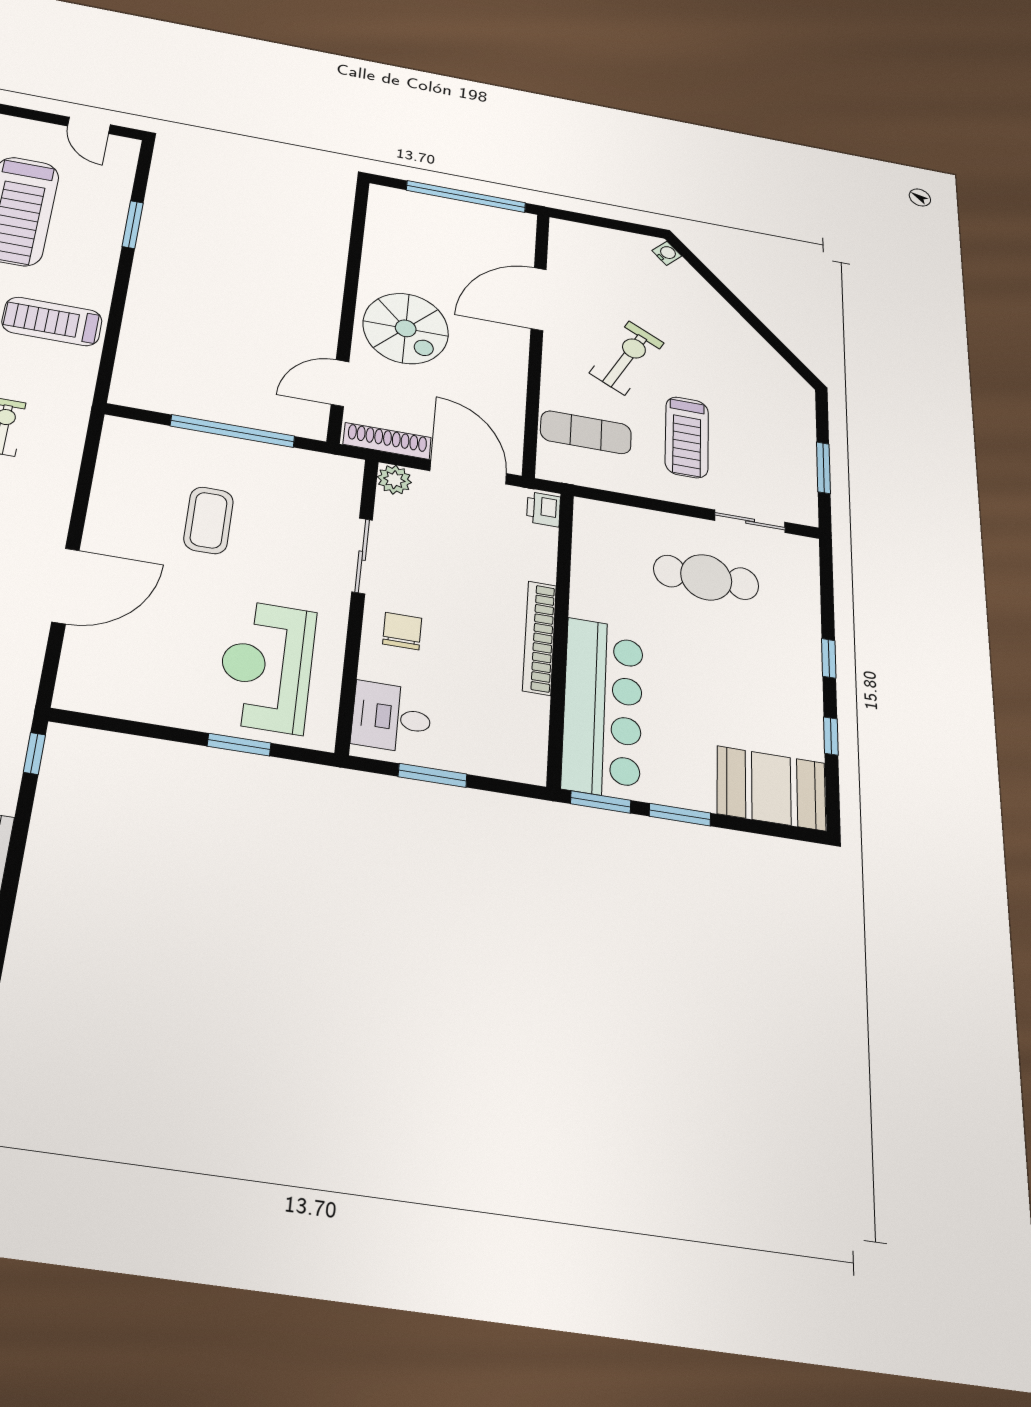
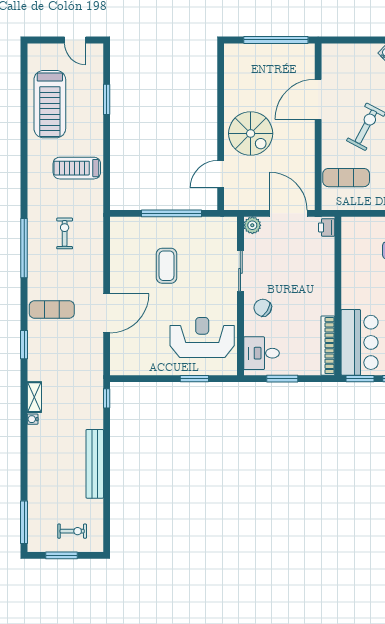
shoe rack: (387, 441) -> (247, 204), removed
chair: (402, 631) -> (263, 308), turned -58
bookcase: (539, 638) -> (328, 346), moved
reception desk: (267, 666) -> (202, 337), turned 90
bar counter: (603, 707) -> (360, 342), width x0.73

